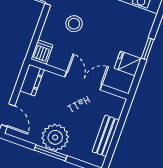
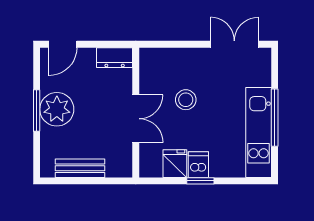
stool: (74, 24) -> (186, 100), moved
dishwasher: (42, 52) -> (198, 165), moved, turned -90

